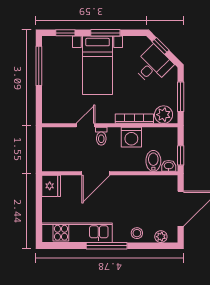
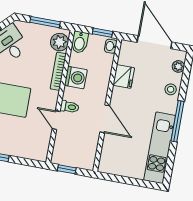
window: (39, 145) -> (67, 169), added
bidet: (153, 161) -> (80, 42), moved, turned -90
fridge: (51, 186) -> (124, 76), moved, turned 90

